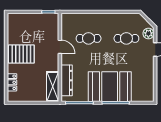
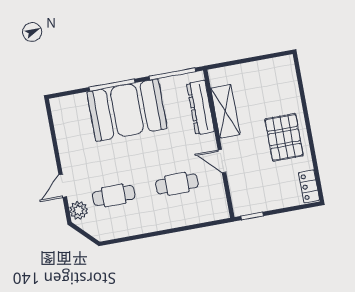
pallet: (21, 54) -> (284, 137), turned 90
locker: (12, 82) -> (309, 186), moved
shelving: (53, 86) -> (225, 111), moved

